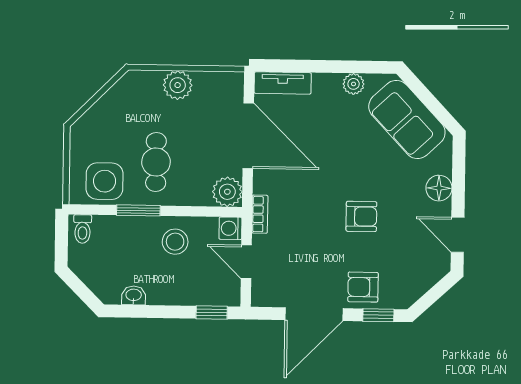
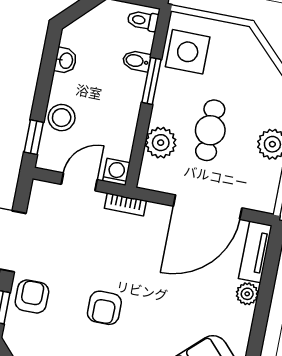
plant: (354, 84) -> (247, 294), moved
cafe table: (156, 162) -> (210, 130), moved, turned 90
plant: (227, 192) -> (161, 143), moved
bidet: (122, 228) -> (136, 61), added
stool: (175, 242) -> (62, 118), moved

